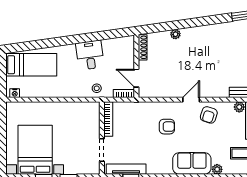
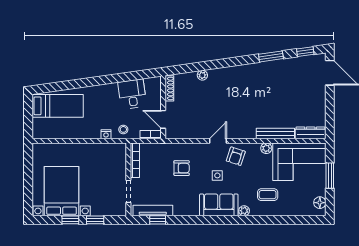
desk: (90, 55) -> (132, 94), moved
nightstand: (15, 93) -> (106, 134), moved
armchair: (167, 127) -> (182, 168), moved
side table: (190, 134) -> (217, 175), added

